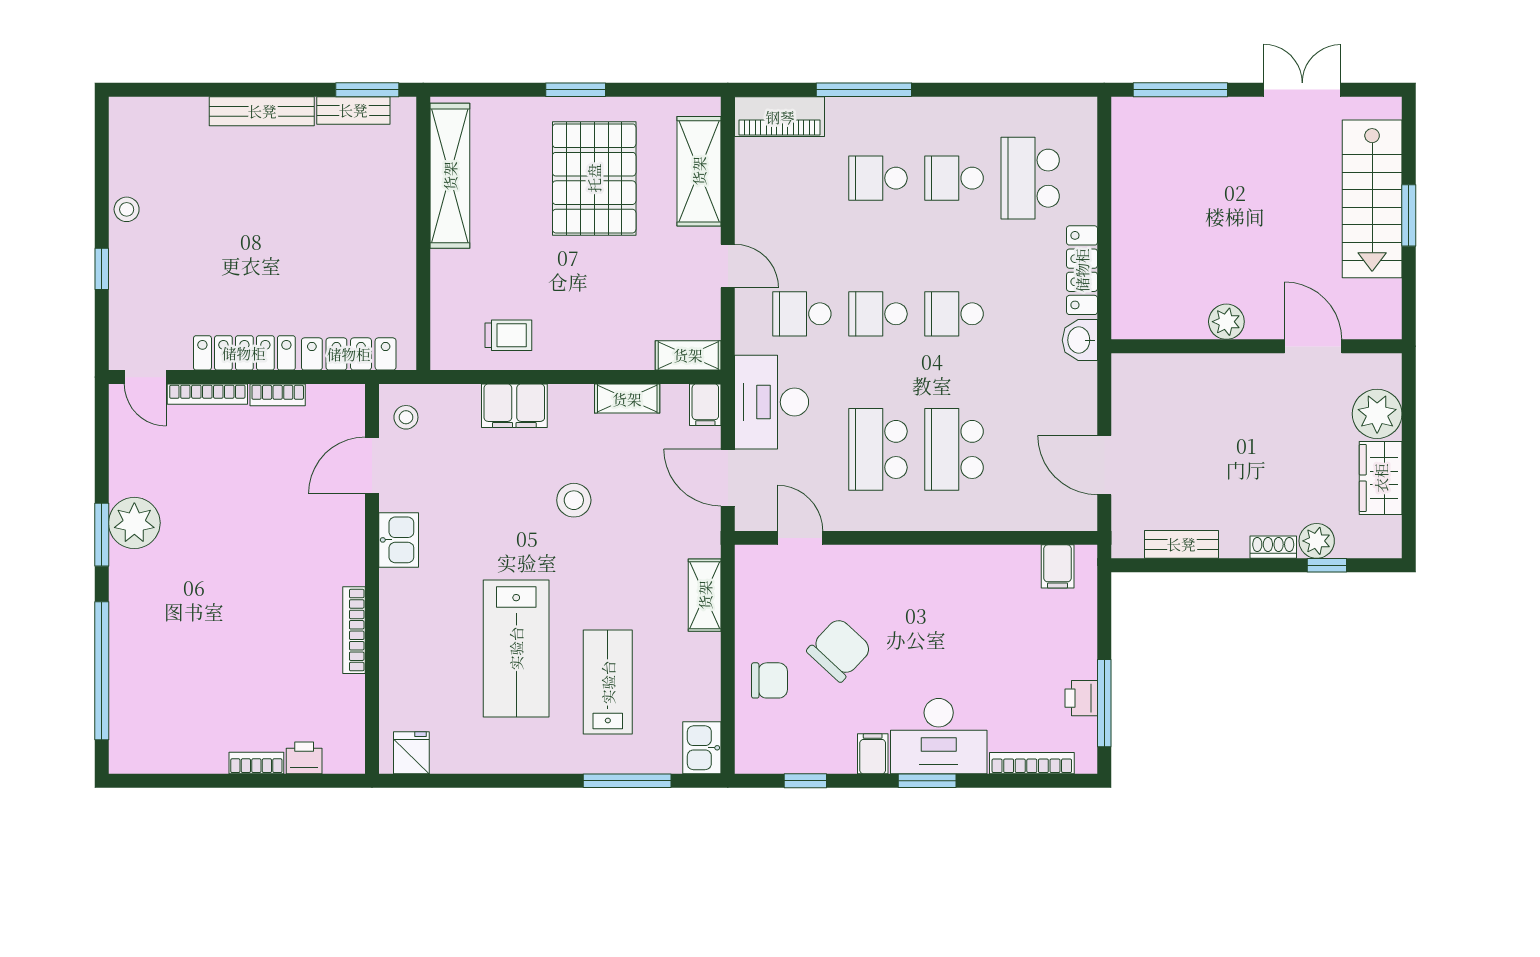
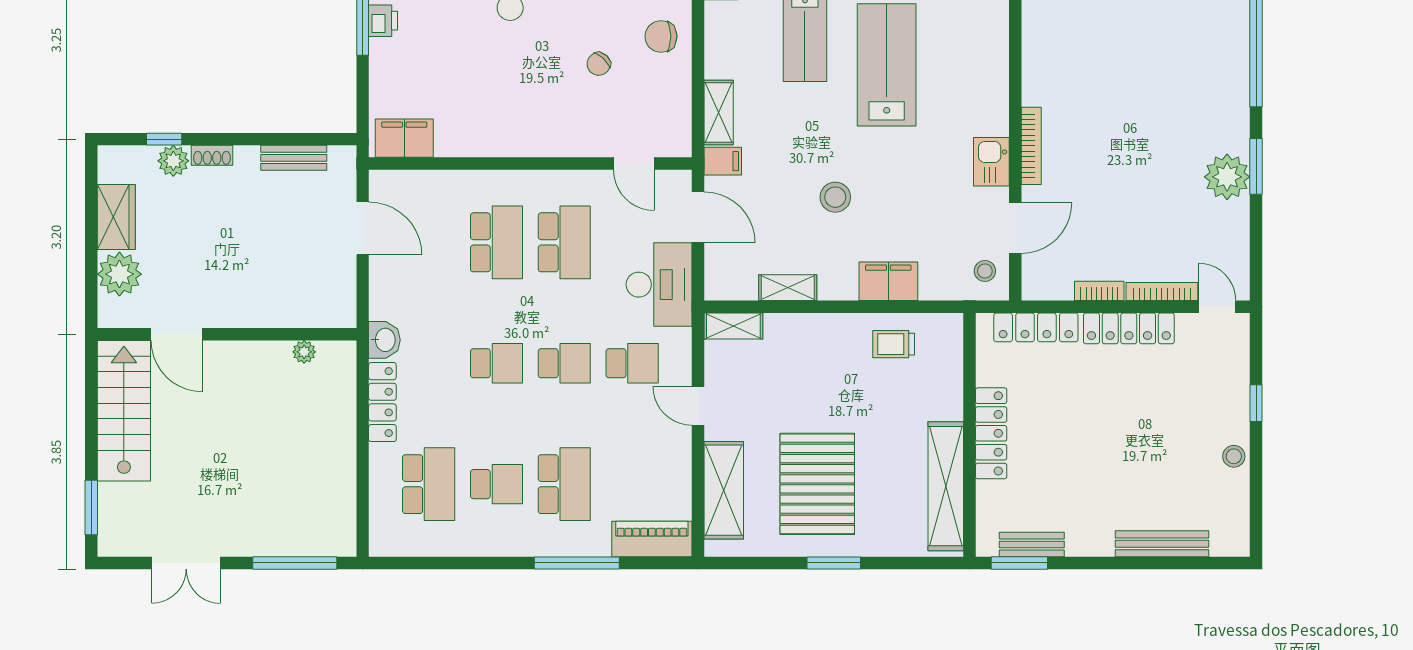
bench: (262, 111) -> (1162, 544), moved
school desk: (878, 178) -> (564, 484), width x1.85
stairs: (1372, 199) -> (124, 411), moved
window: (1409, 215) -> (91, 507), moved
locker: (399, 235) -> (991, 433), added
plant: (1226, 322) -> (304, 352), moved, width x0.73, depth x0.73
filing cabinet: (705, 405) -> (723, 161), moved, turned 90
filing cabinet: (1058, 566) -> (404, 138), width x2.00
bookcase: (354, 630) -> (1031, 146), moved
chair: (839, 650) -> (599, 64), width x0.54, depth x0.54

